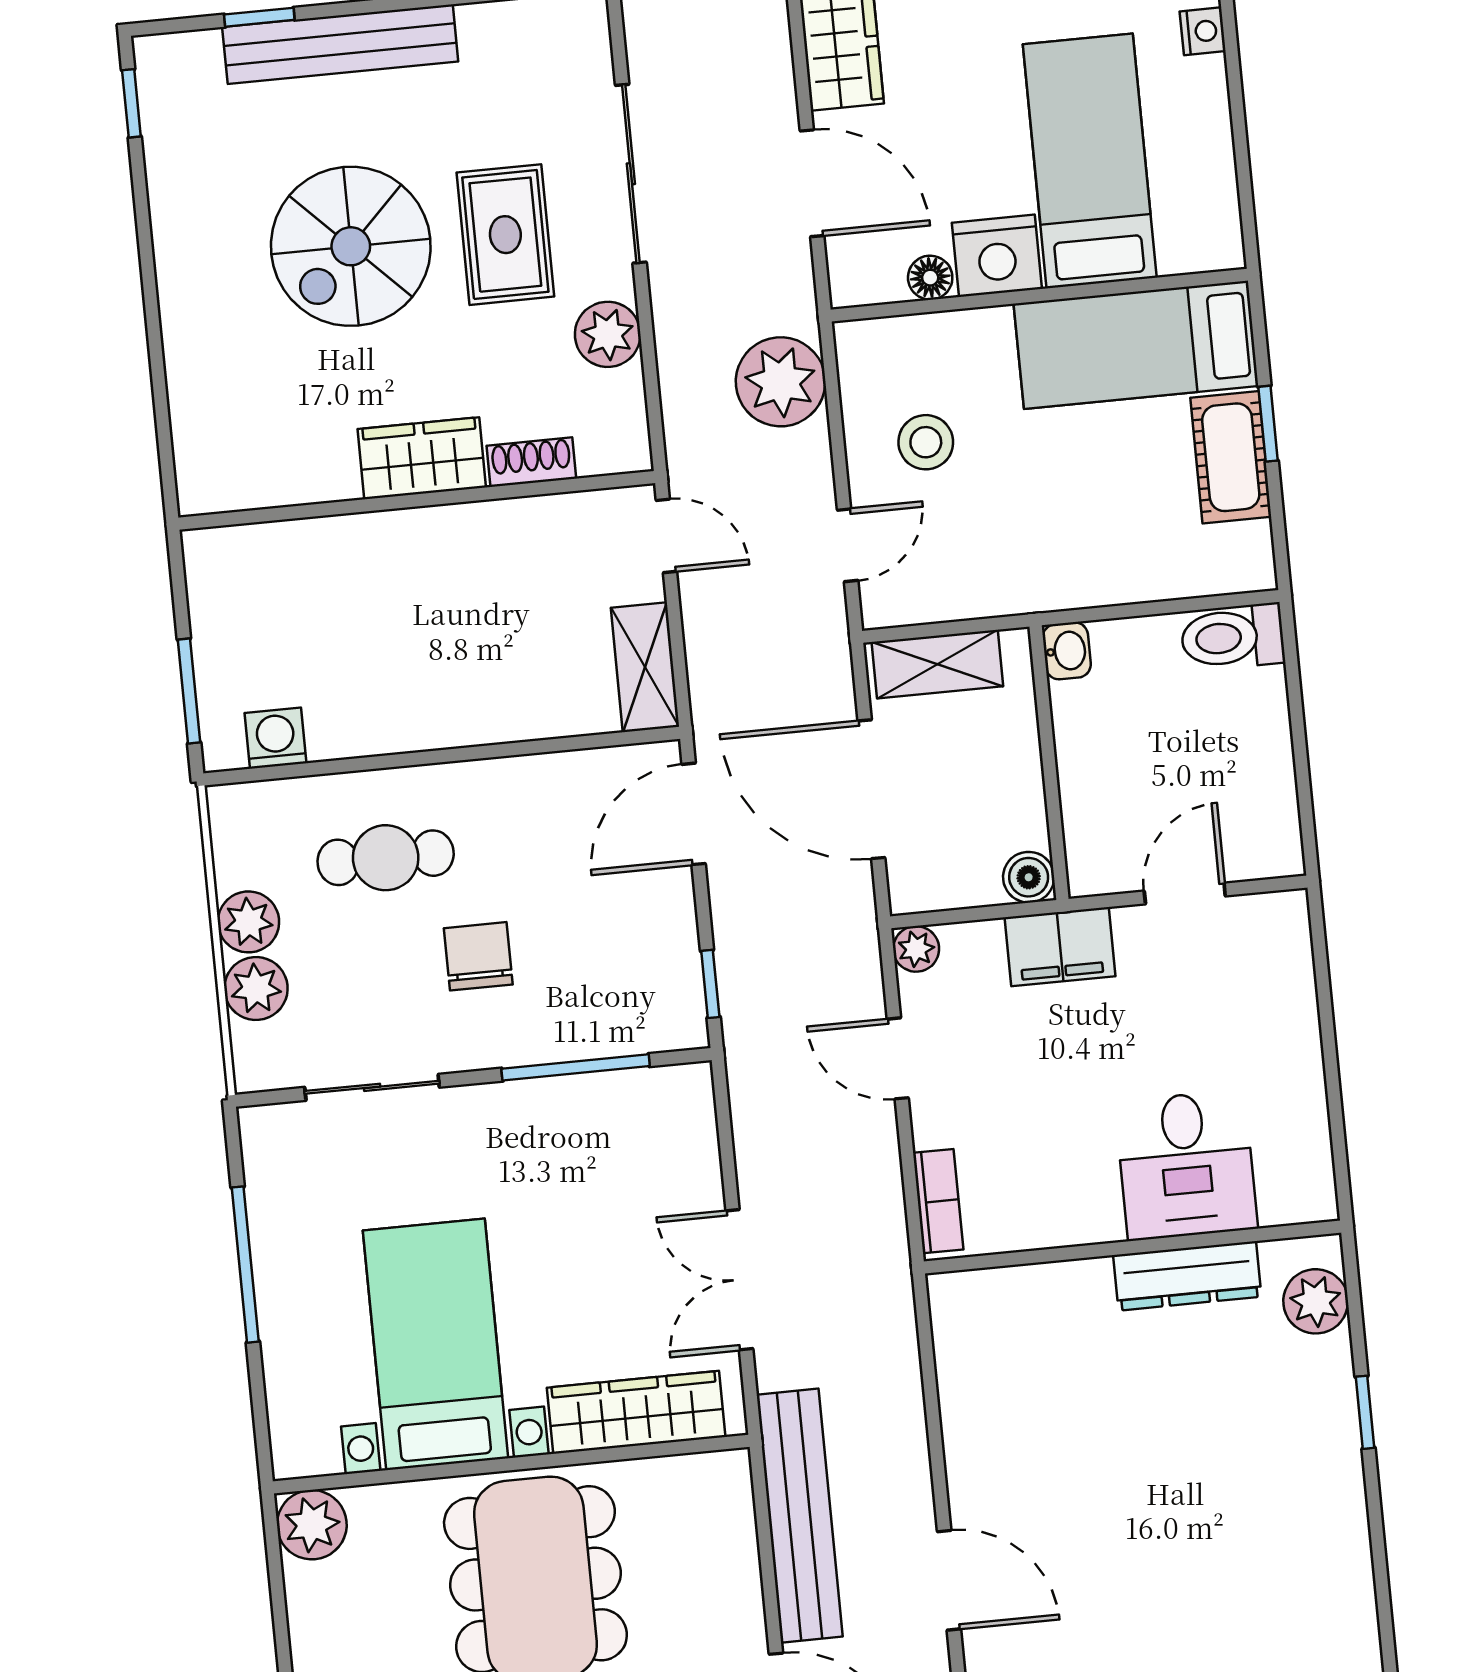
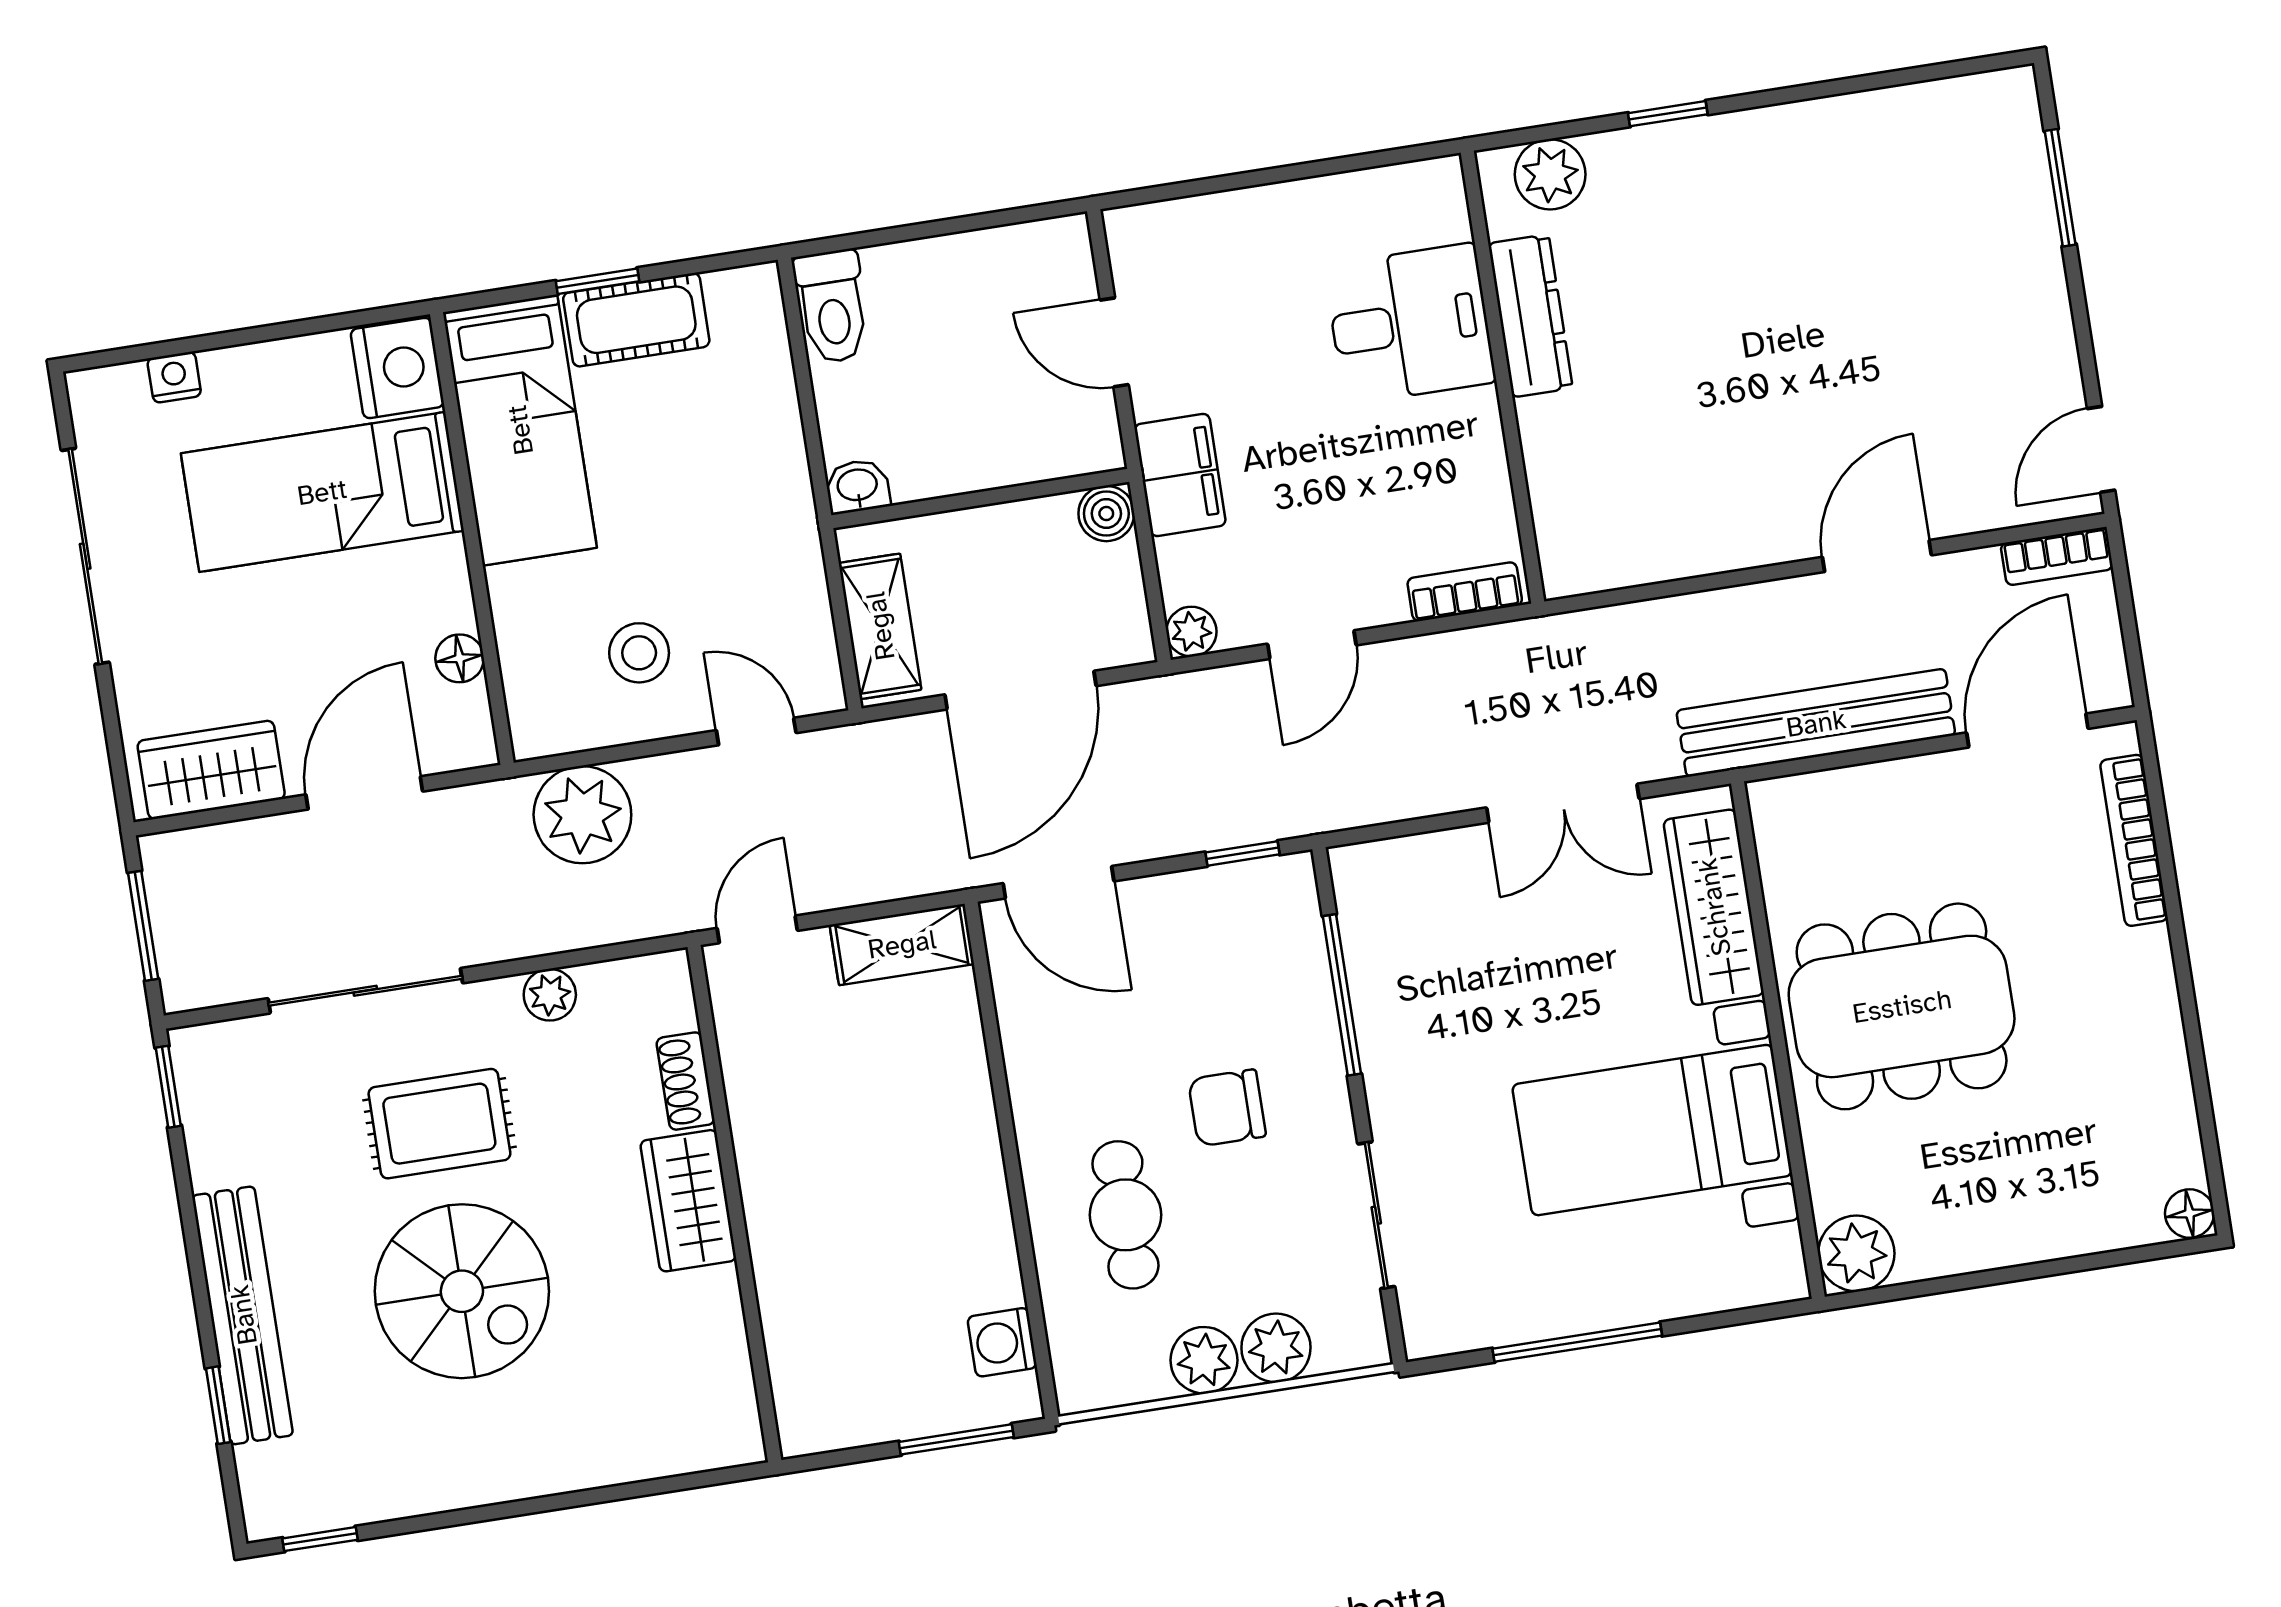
nightstand: (997, 256) -> (397, 368), moved
plant: (608, 334) -> (550, 995), width x0.73, depth x0.73

